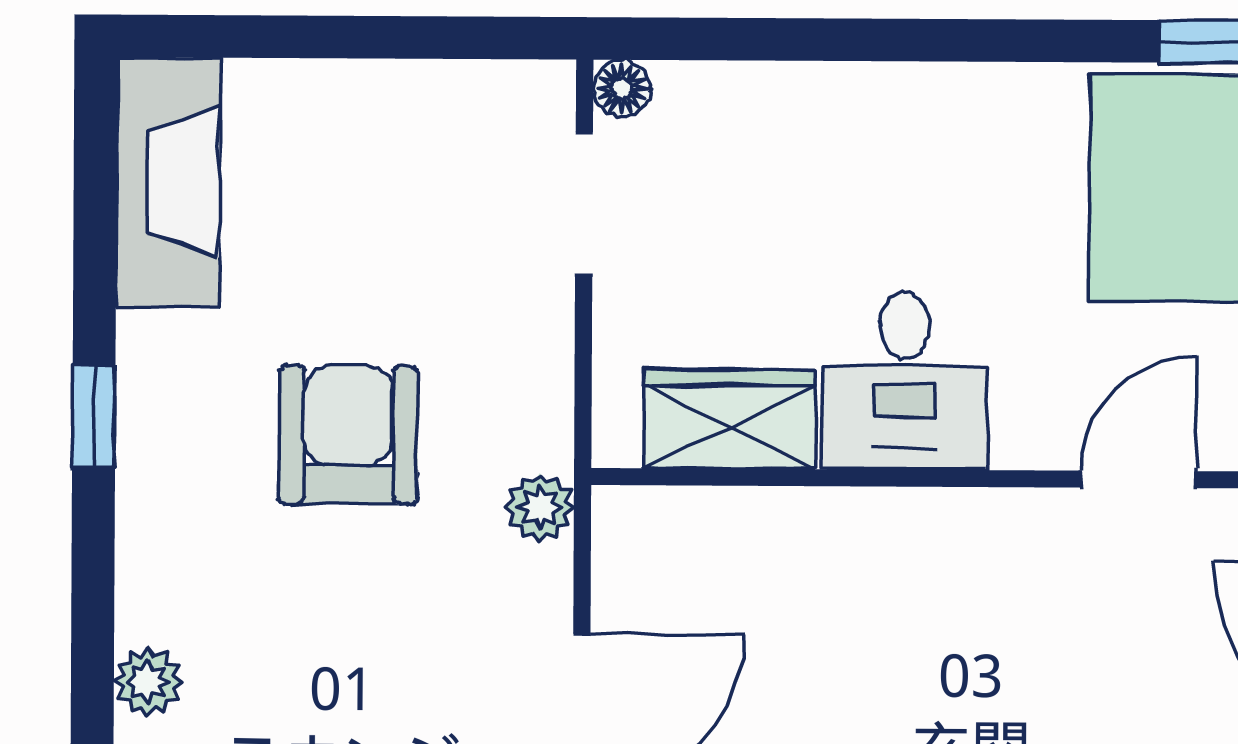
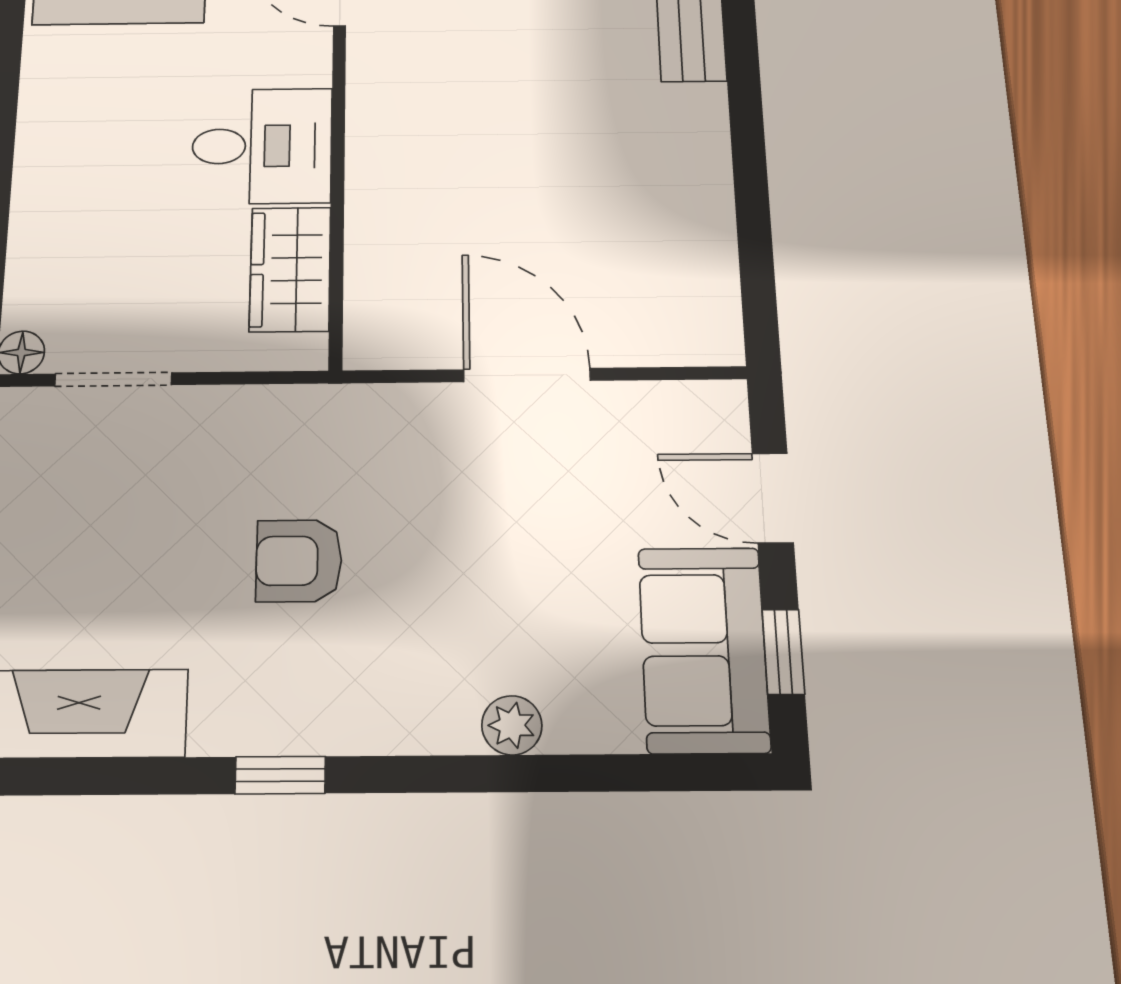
armchair: (348, 435) -> (299, 561), width x0.72, depth x0.72
plant: (540, 507) -> (360, 409), removed

